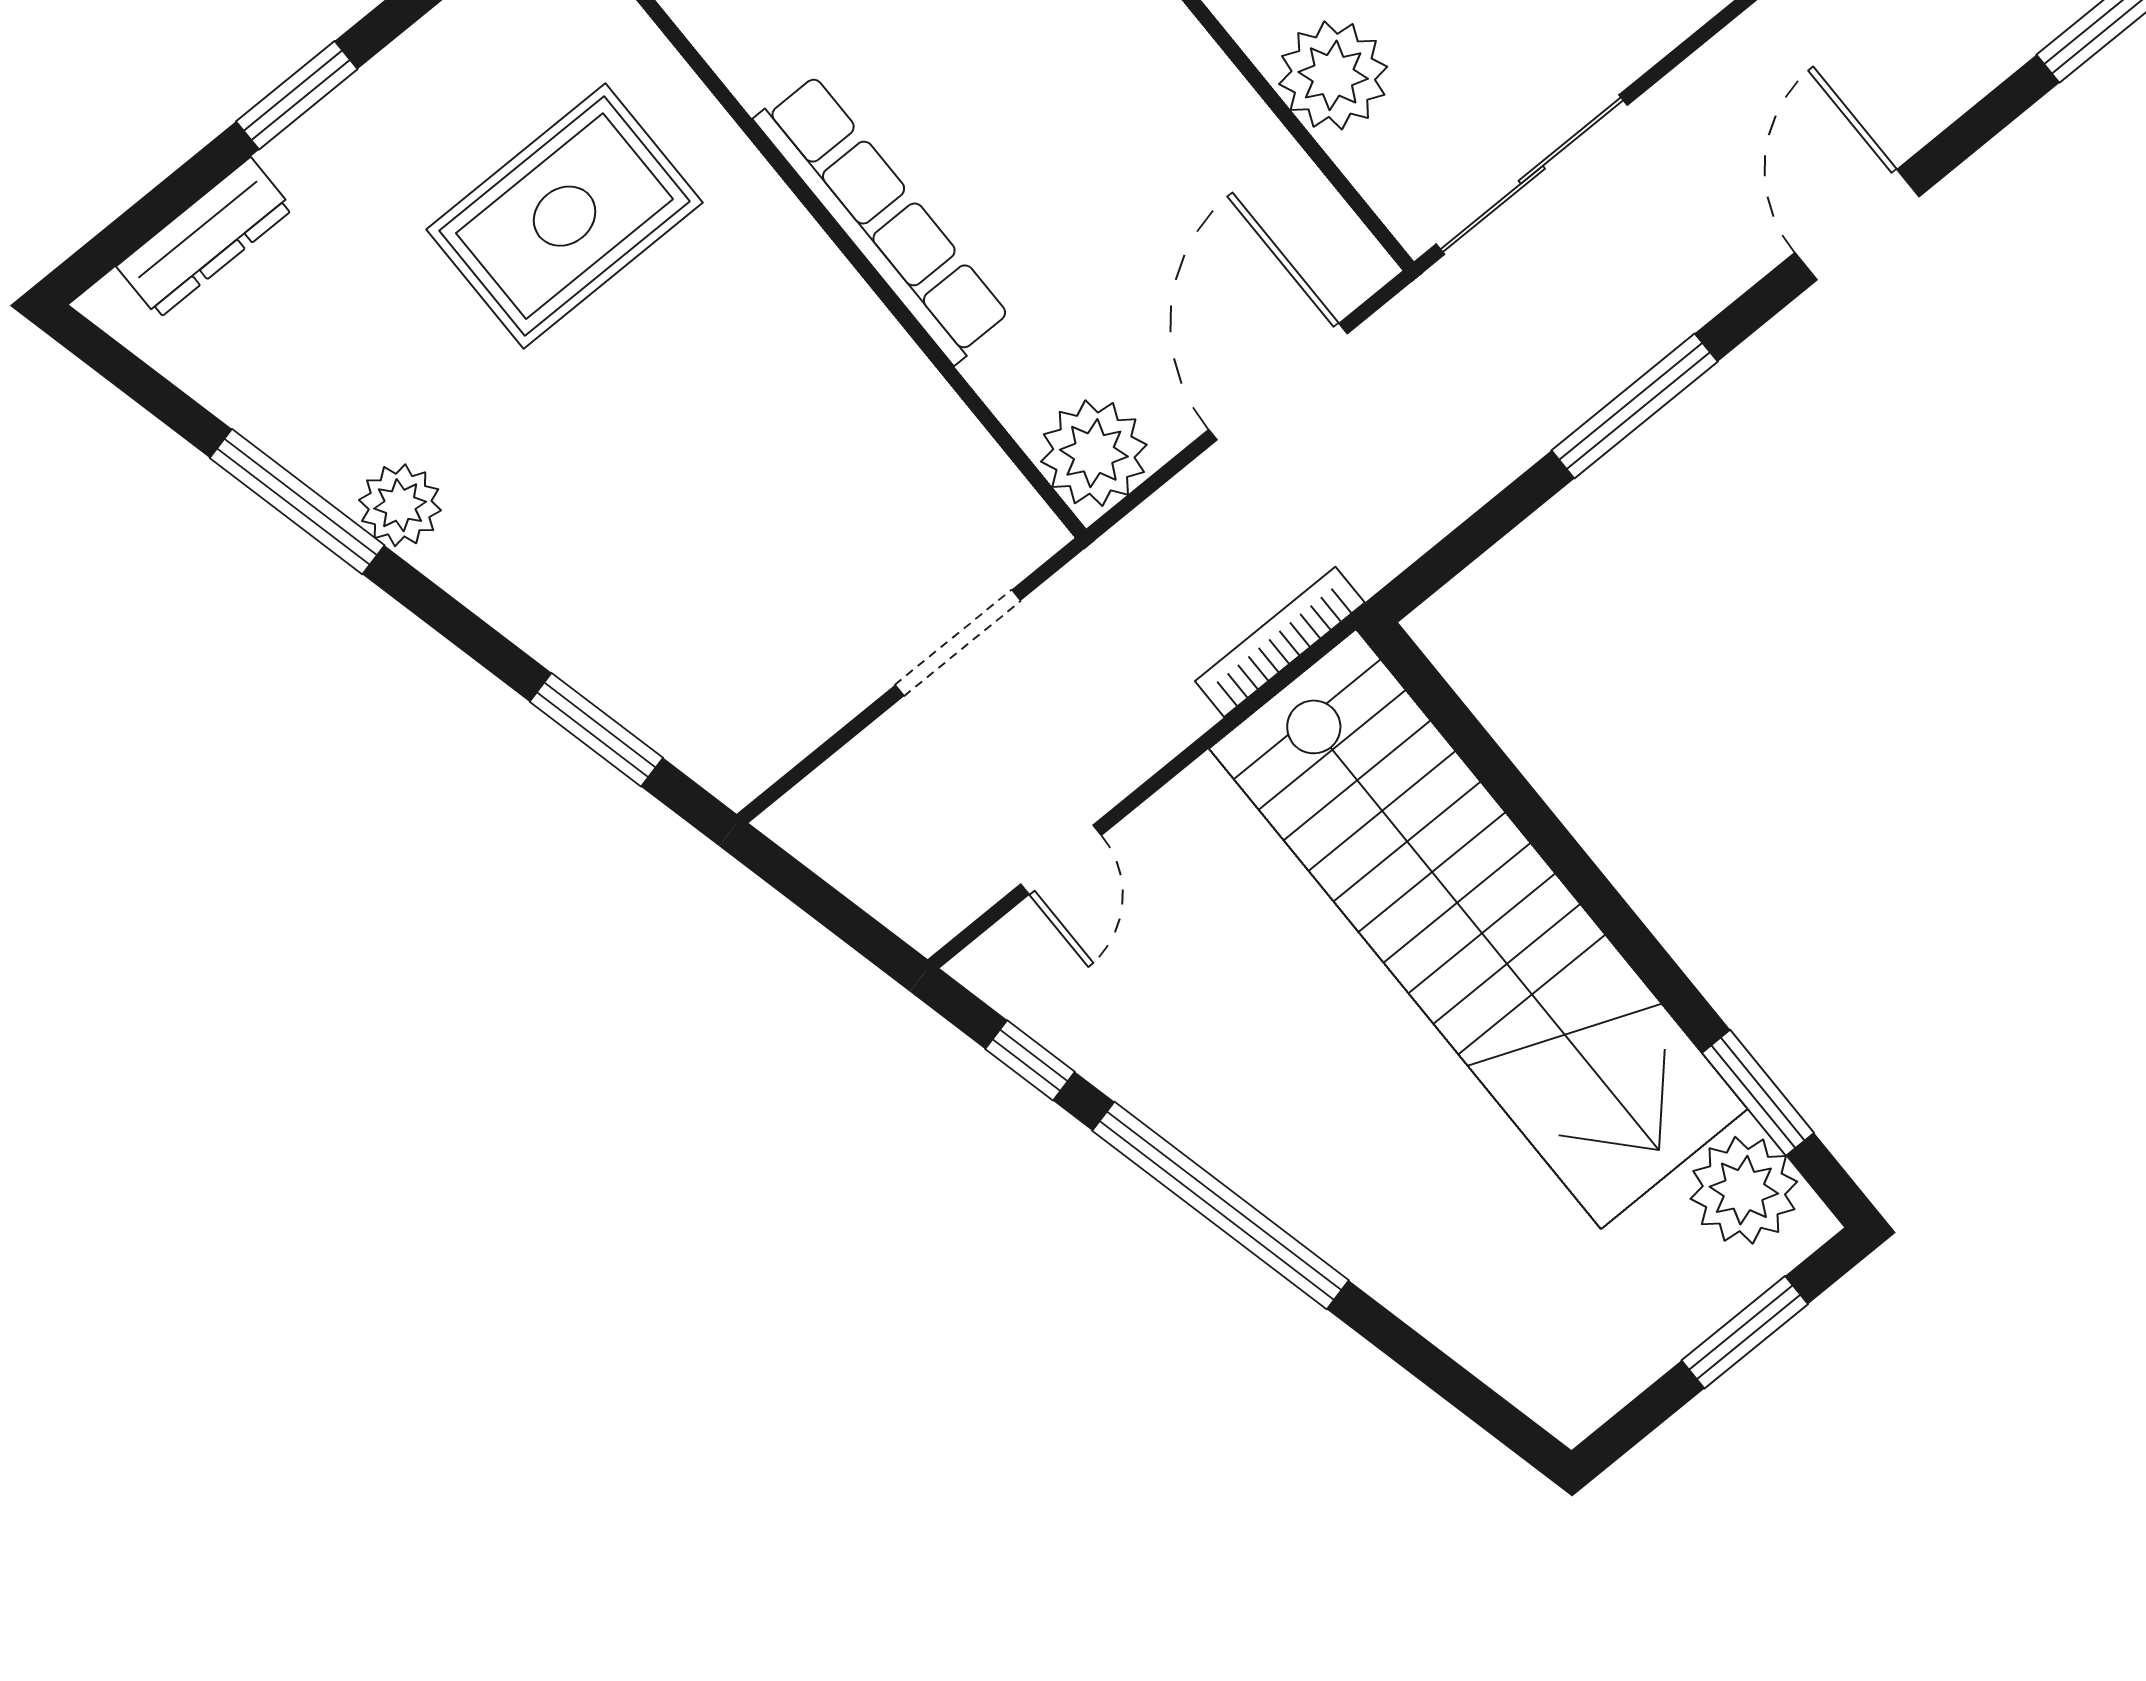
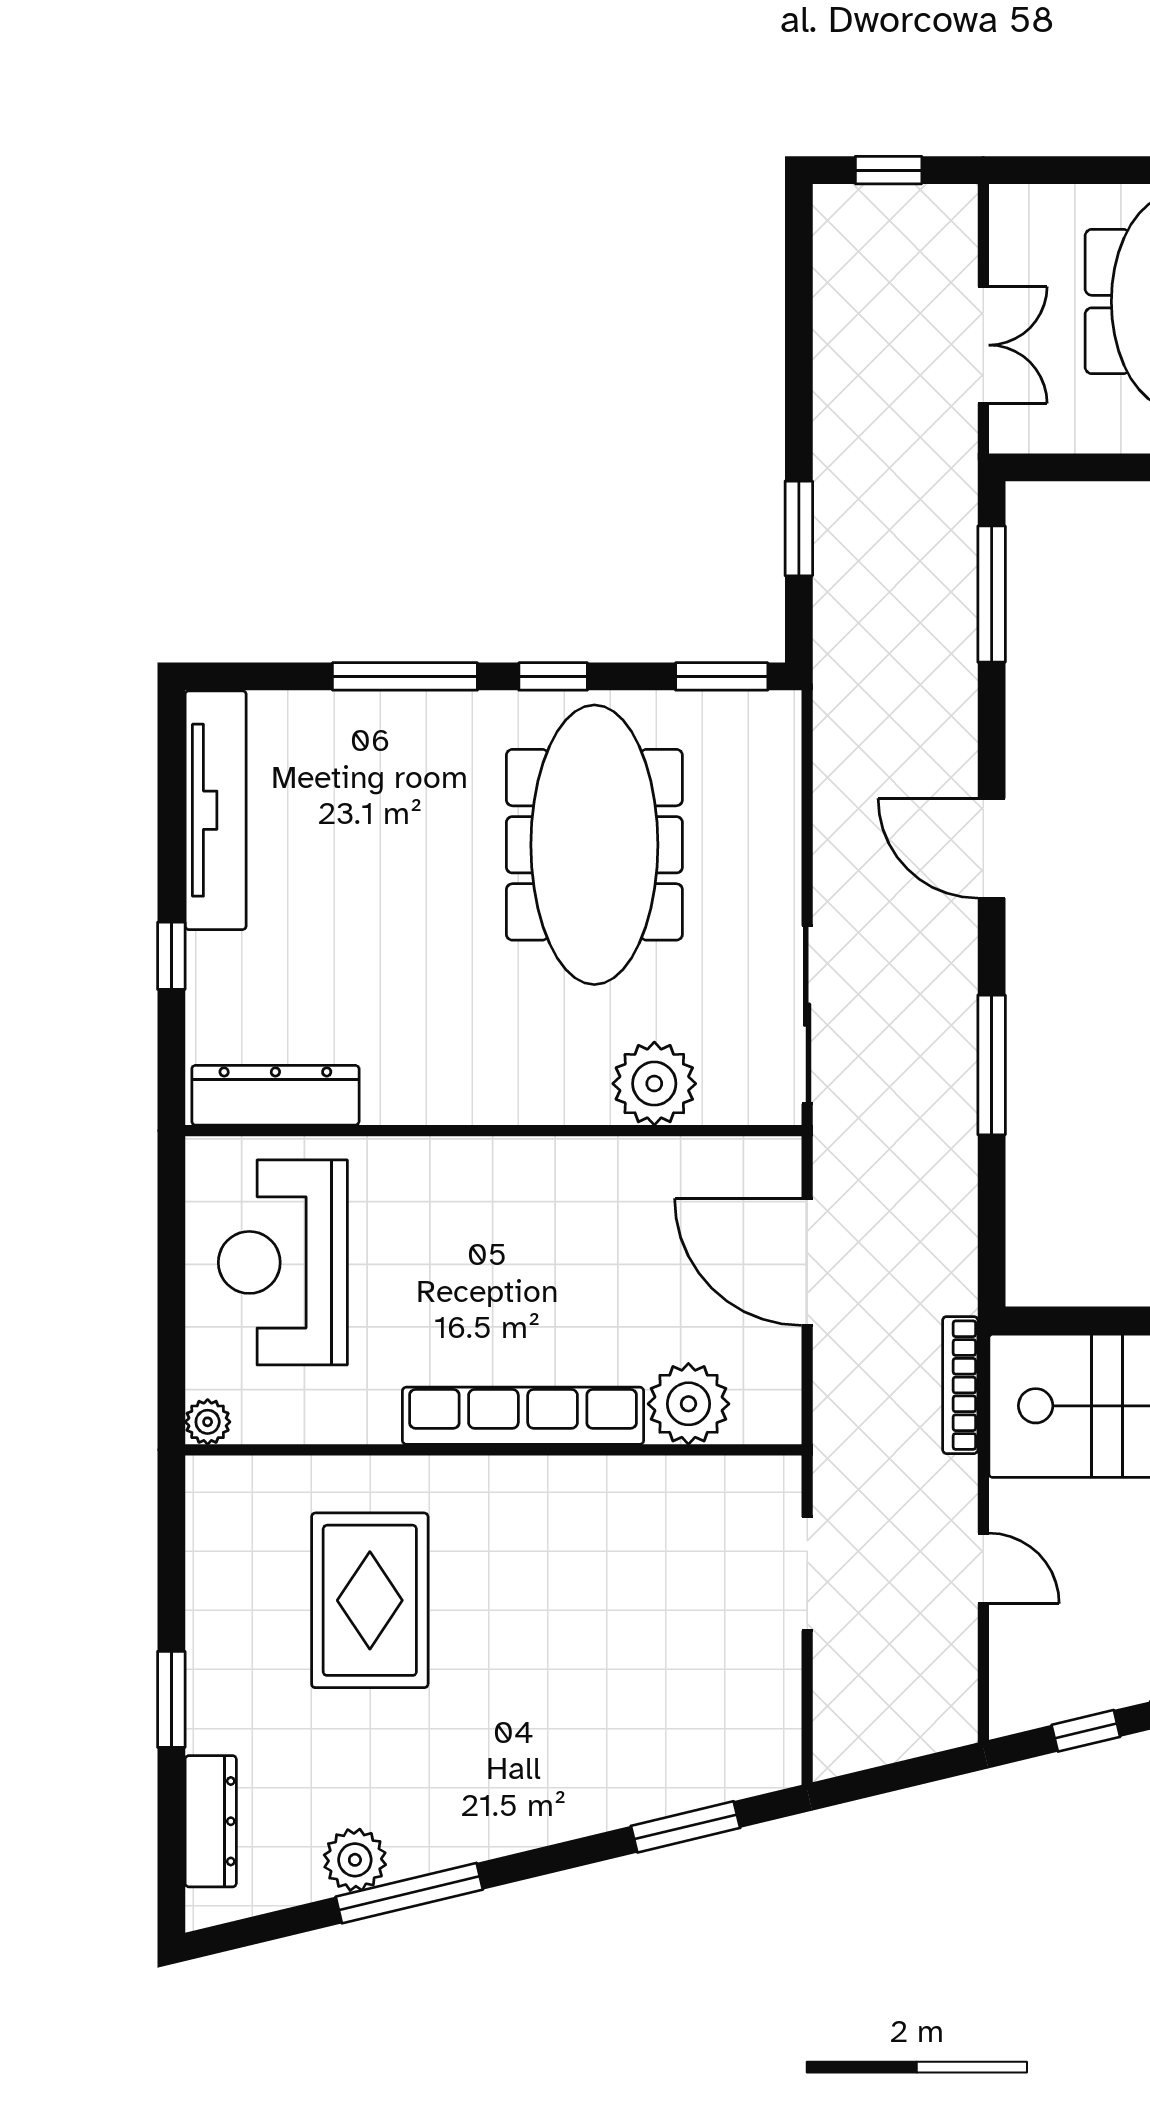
plant: (1094, 453) -> (688, 1404), moved
plant: (400, 505) -> (355, 1860), moved
door: (1061, 860) -> (983, 1568), moved

